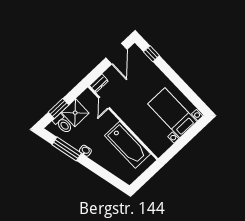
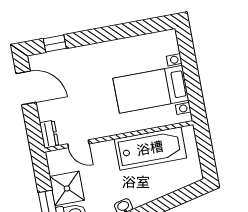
bed with nightstands: (172, 113) -> (151, 89), moved

